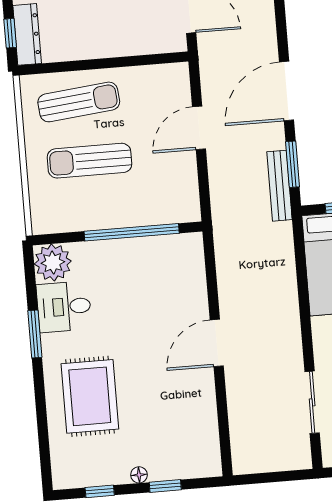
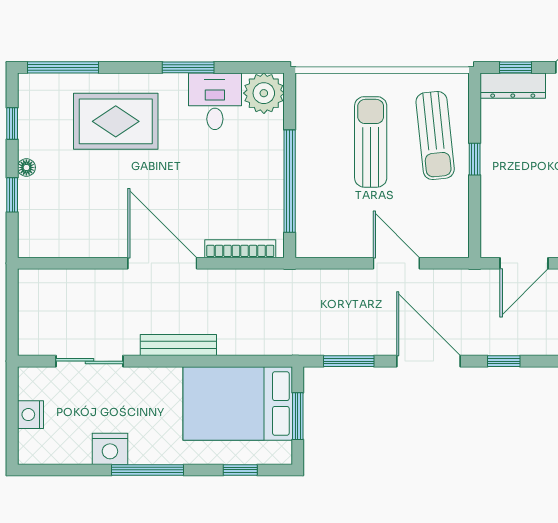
window: (281, 22) -> (504, 361), added
window: (97, 64) -> (475, 159), added
bench: (279, 186) -> (178, 345), moved
bookcase: (197, 272) -> (240, 249), added
door: (217, 343) -> (162, 263), width x1.36
window: (44, 449) -> (63, 67), added

